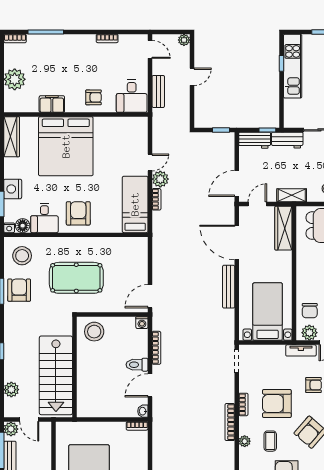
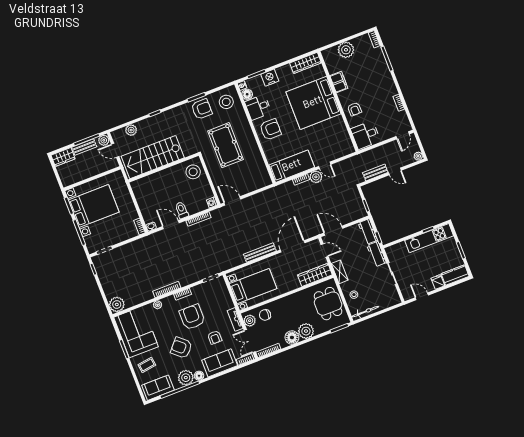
bench: (158, 91) -> (375, 172), moved
door: (29, 420) -> (115, 150), hinge flipped
coffee table: (270, 441) -> (164, 322), removed

